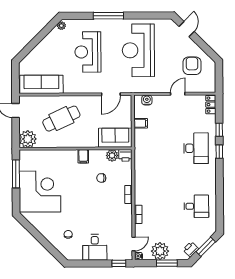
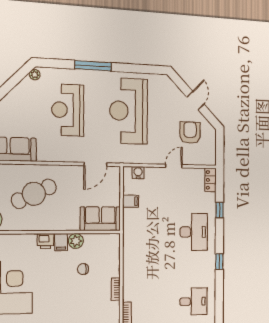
door: (187, 29) -> (195, 101), moved
window: (219, 152) -> (219, 262), moved
plant: (112, 155) -> (76, 241), moved
printer: (125, 155) -> (45, 241), moved

